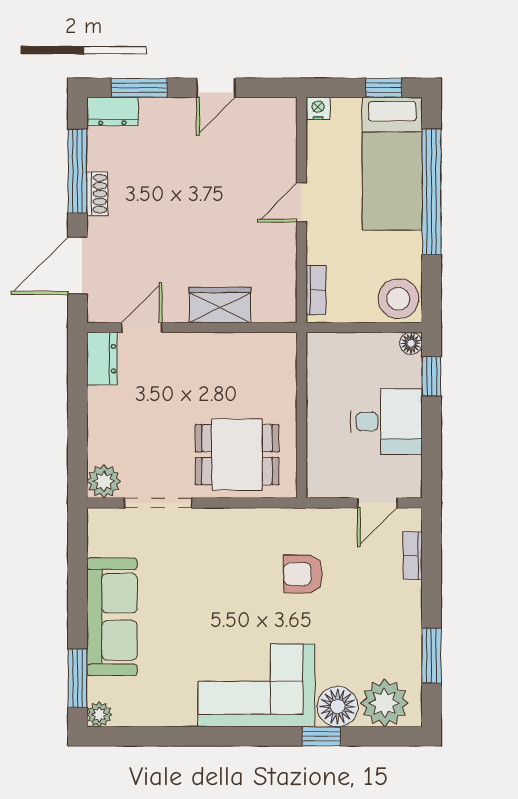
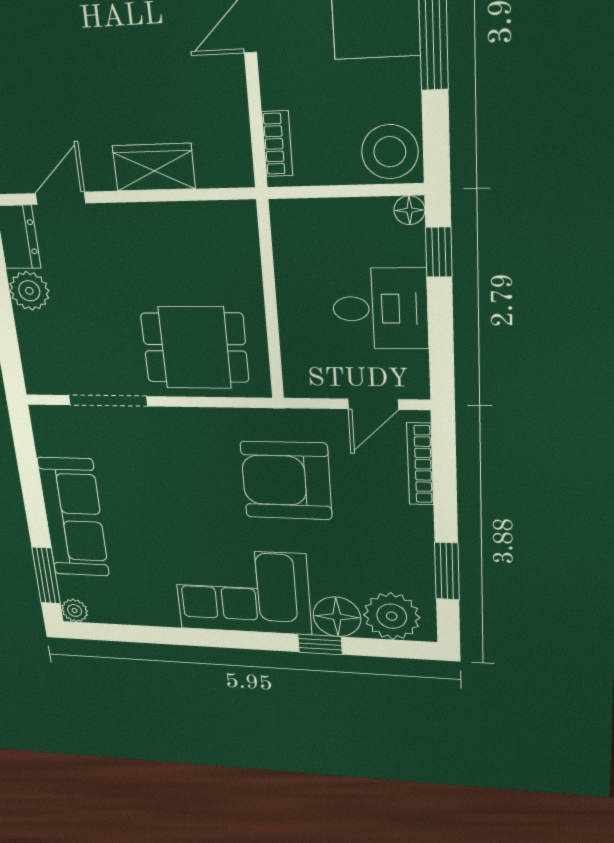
plant: (104, 481) -> (29, 291), moved
bookcase: (413, 556) -> (420, 464), width x1.56
armchair: (303, 574) -> (286, 481), width x1.88, depth x1.88

